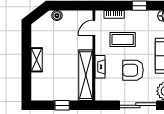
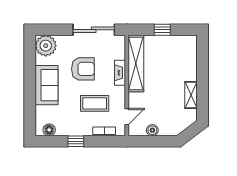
boiler: (57, 16) -> (152, 130), moved
shelving: (37, 60) -> (191, 95), moved
sliding door: (138, 105) -> (94, 30), moved

